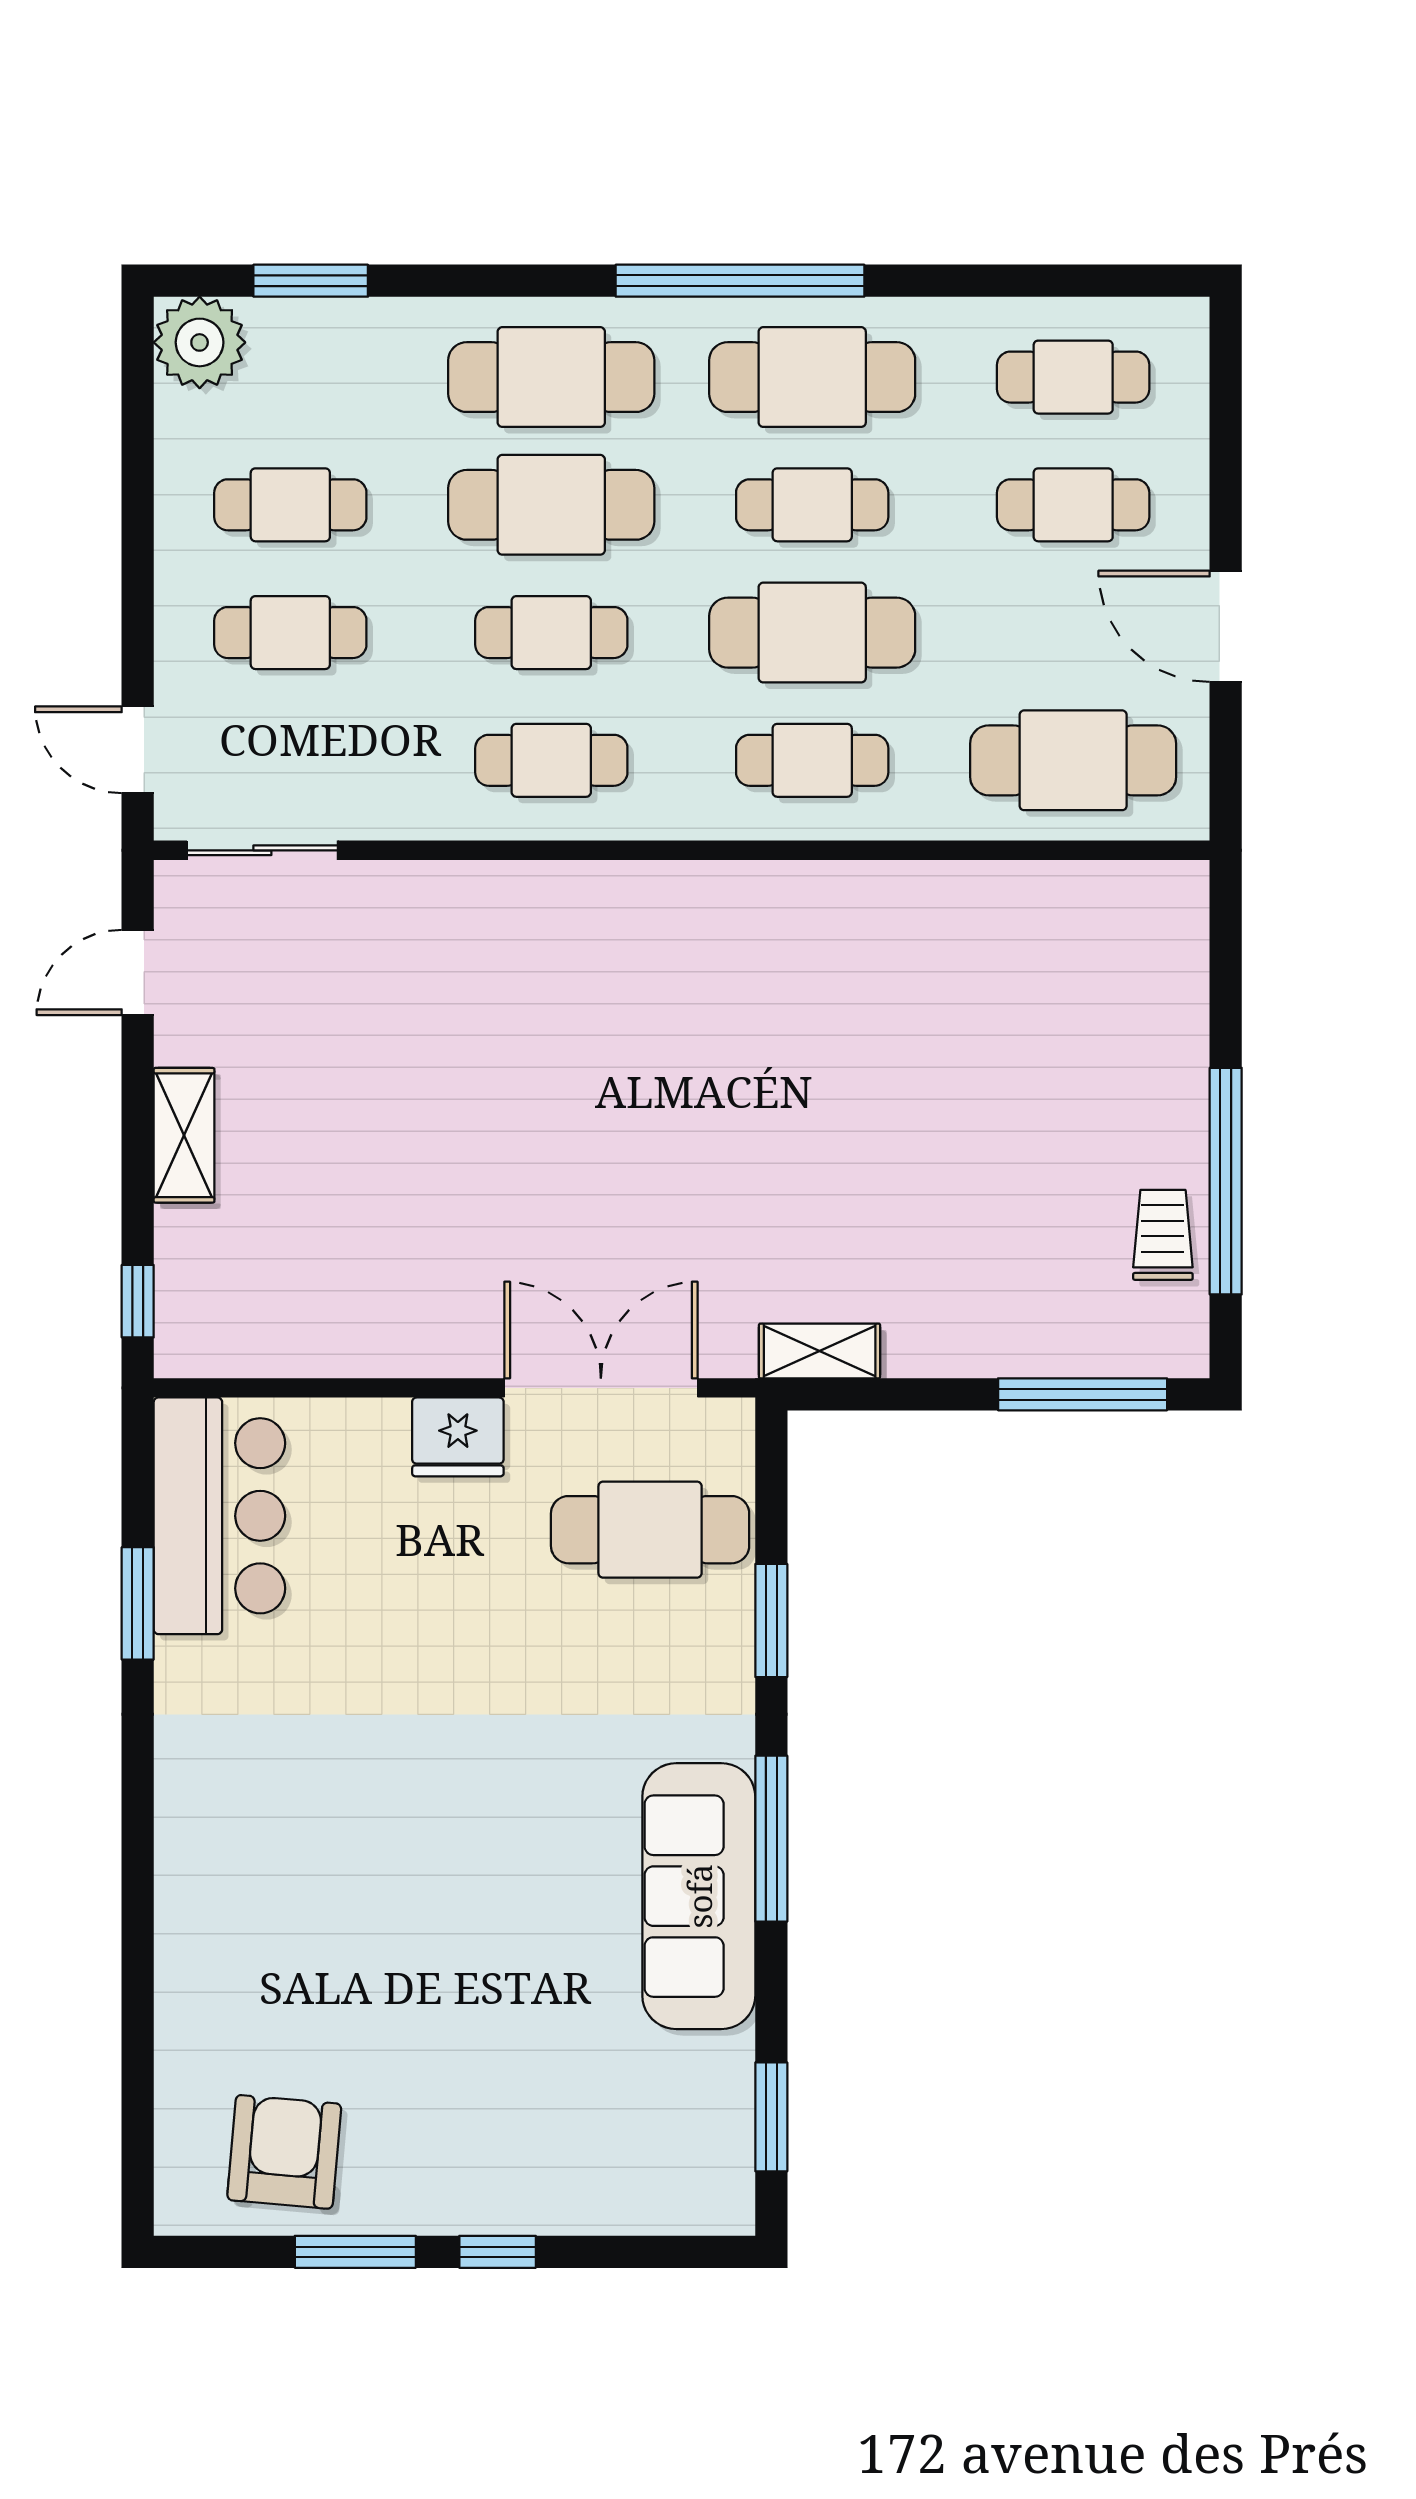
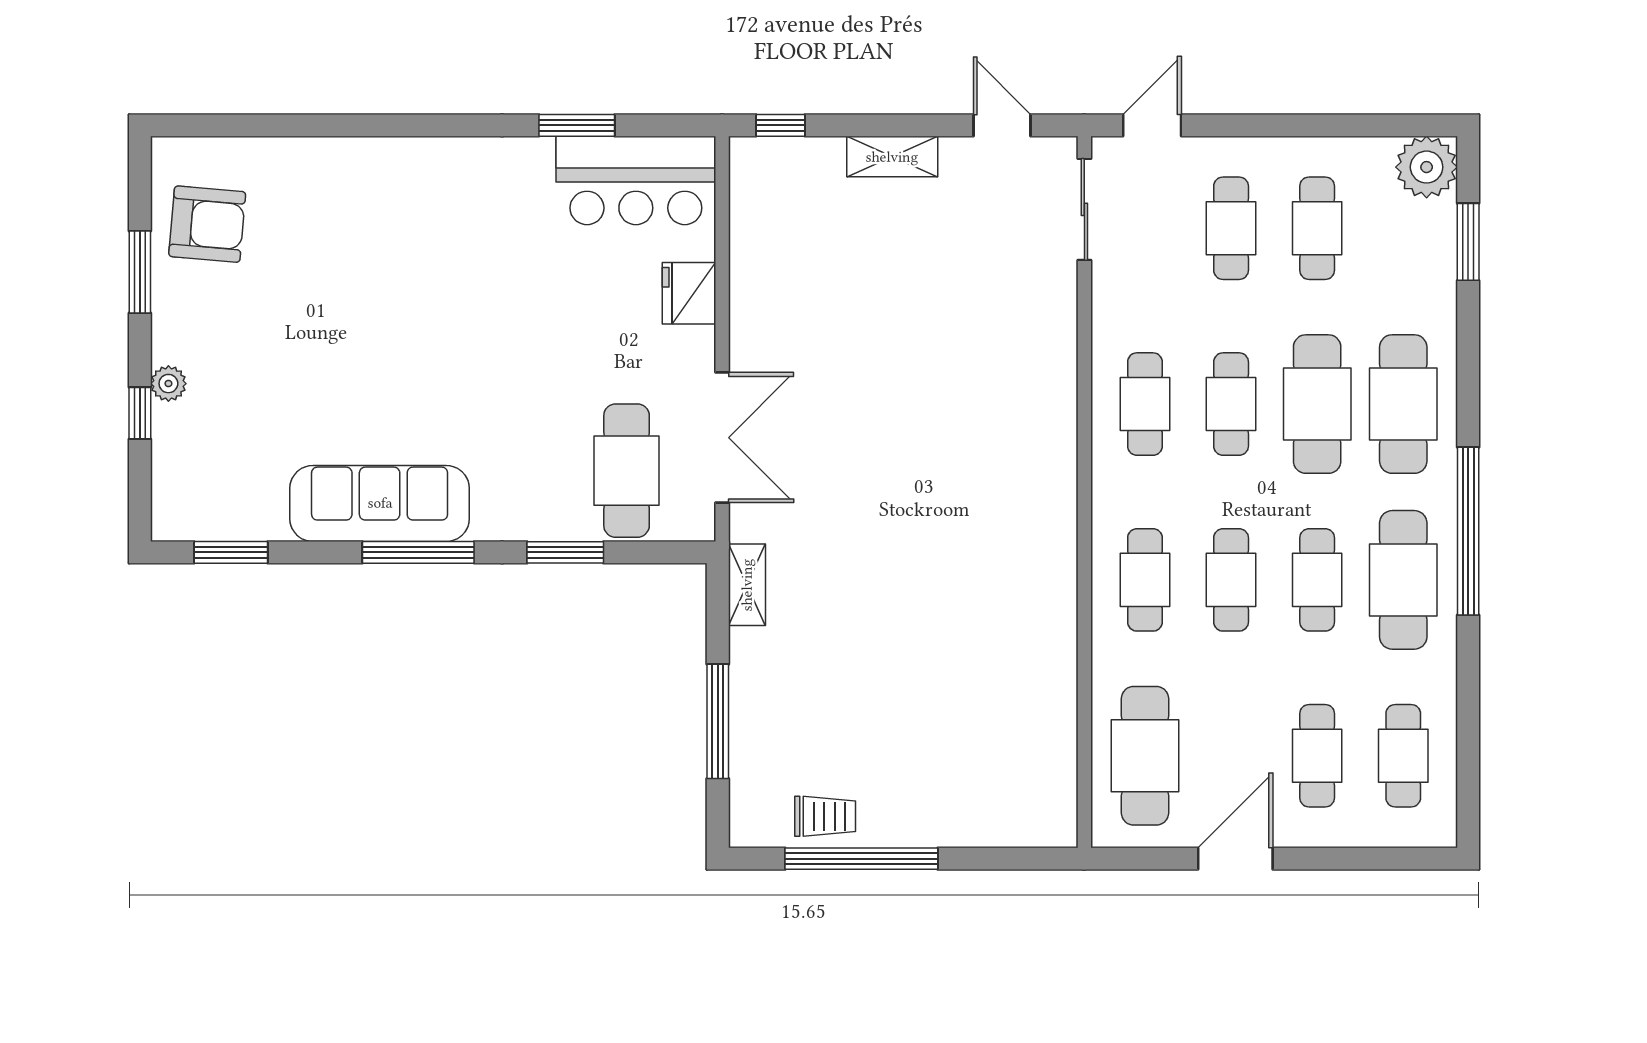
cafe table: (812, 633) -> (1231, 580), width x0.73, depth x0.74
window: (1083, 1394) -> (718, 721), moved
fridge: (458, 1437) -> (689, 293), moved
plant: (521, 2209) -> (168, 384), added
window: (498, 2252) -> (140, 413), moved

